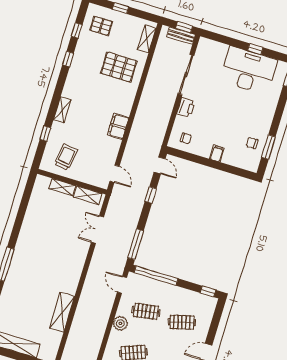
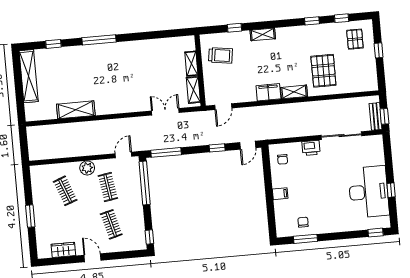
shelving: (147, 39) -> (294, 92), moved

